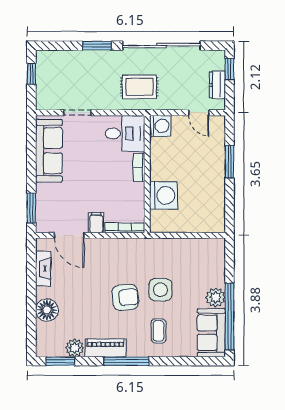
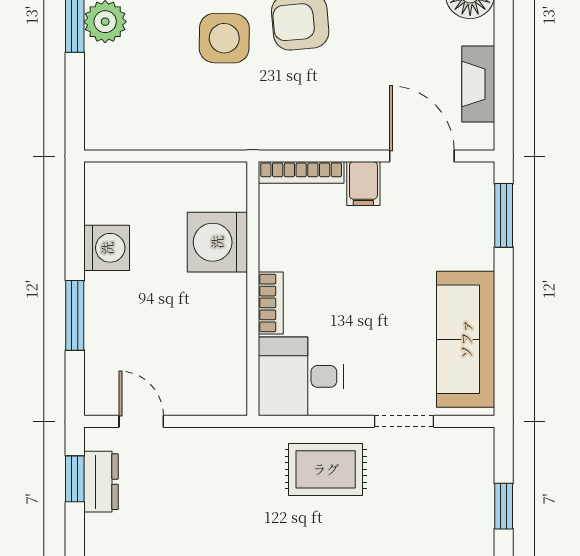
window: (229, 69) -> (75, 479), moved
rug: (139, 87) -> (326, 469), moved
washing machine: (160, 126) -> (107, 248), moved, turned 180

